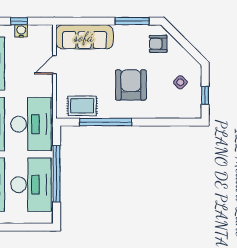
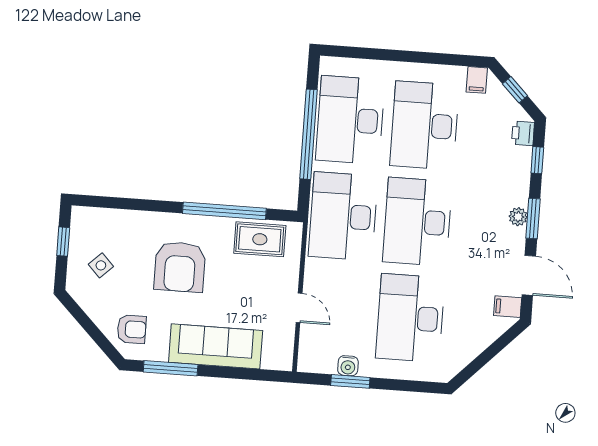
window: (19, 21) -> (350, 381), width x1.50
sofa: (84, 37) -> (216, 346), moved
door: (54, 65) -> (299, 308), hinge flipped

